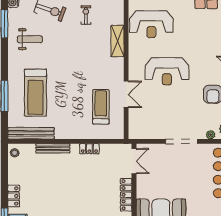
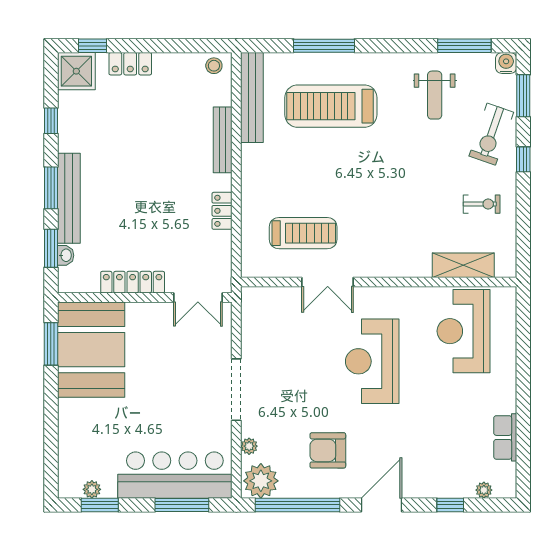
shelving: (117, 41) -> (463, 265), moved

